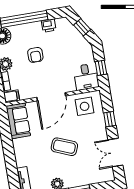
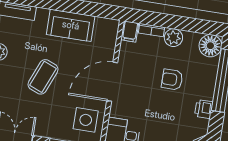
door: (51, 97) -> (112, 82), hinge flipped
sofa: (18, 121) -> (71, 25), moved

